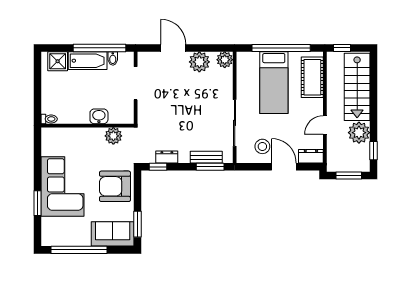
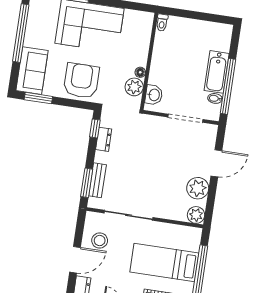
shower: (58, 61) -> (221, 41), removed
washbasin: (99, 116) -> (154, 95), moved
floor lamp: (99, 132) -> (140, 72), added

